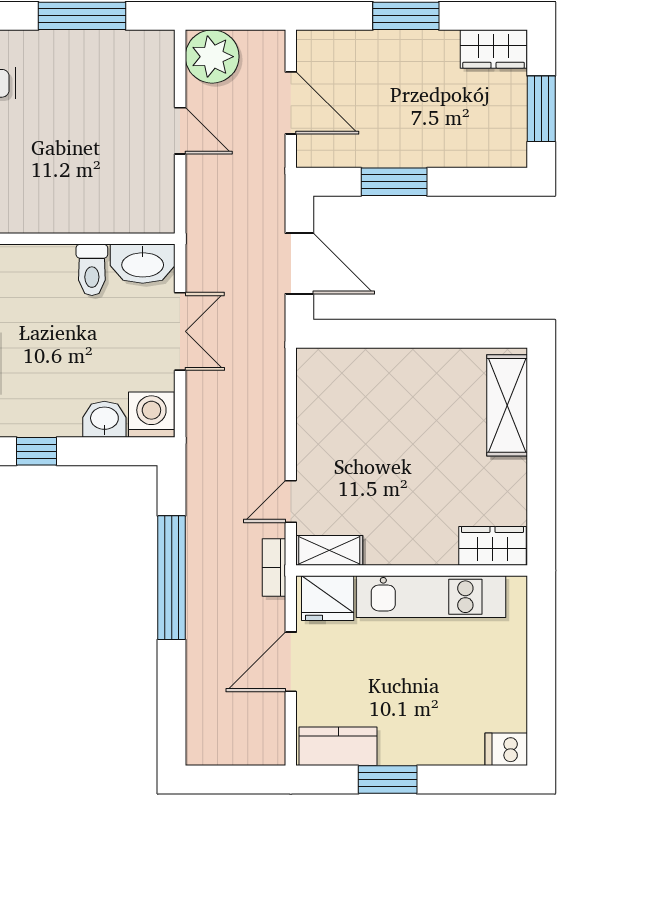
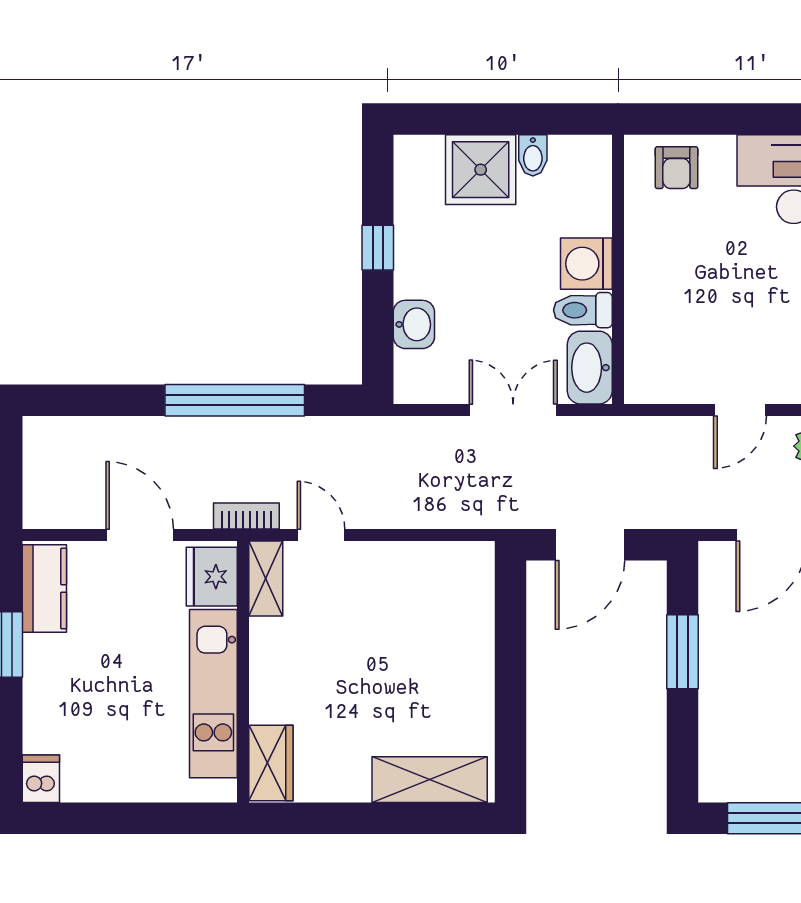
double door: (180, 331) -> (513, 410), swing flipped
washing machine: (151, 415) -> (586, 264), moved, turned 180

